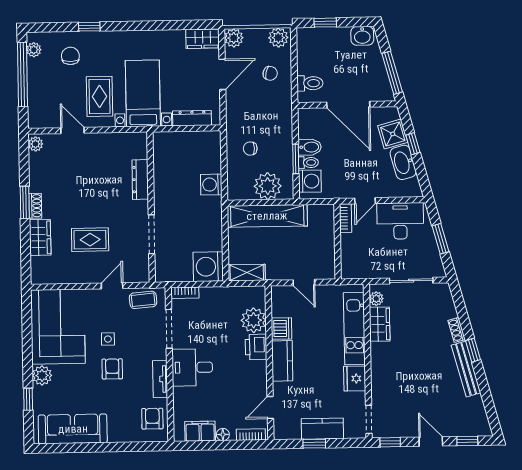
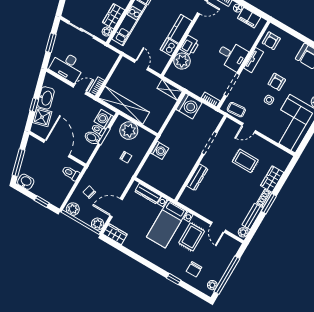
window: (392, 73) -> (19, 163), moved
bench: (36, 172) -> (252, 216), added
shelving: (267, 216) -> (124, 105), moved

